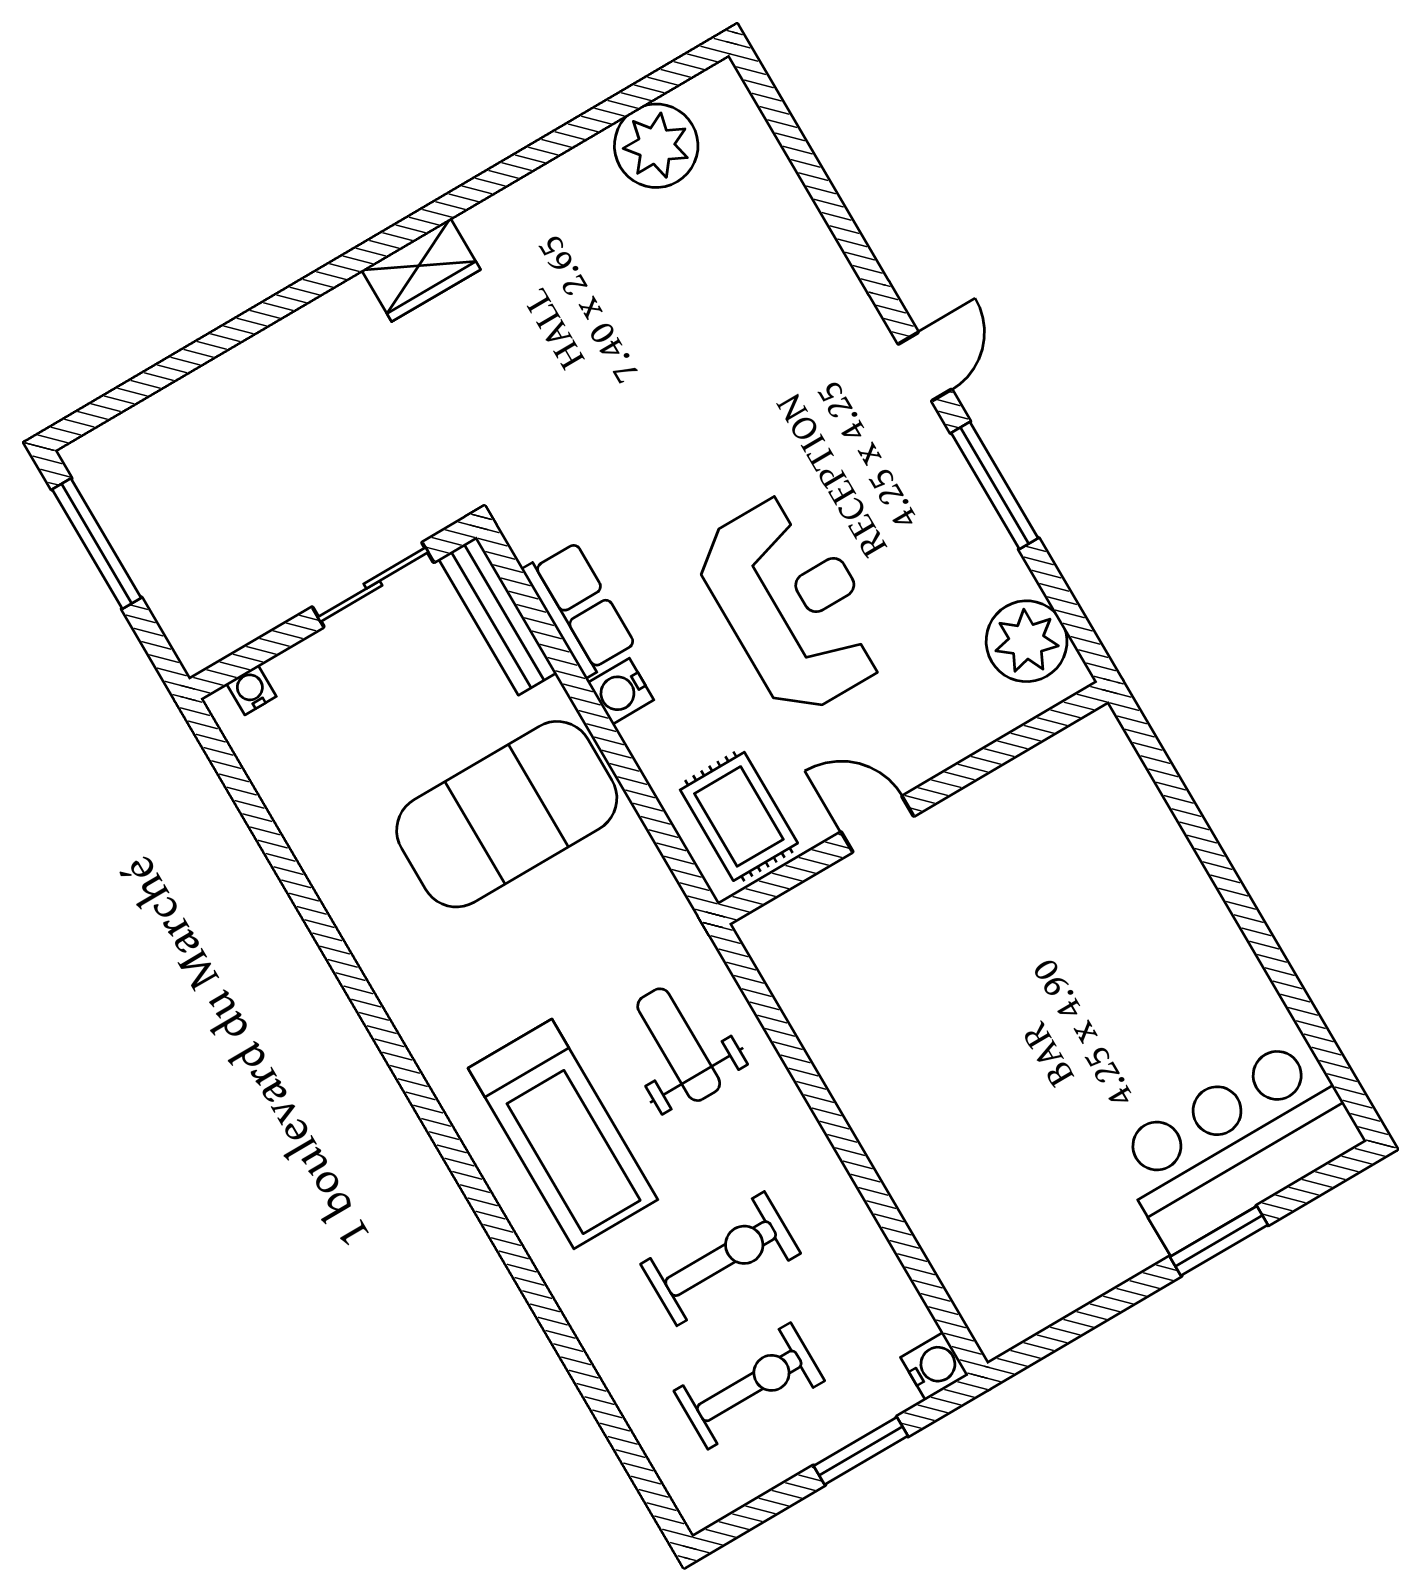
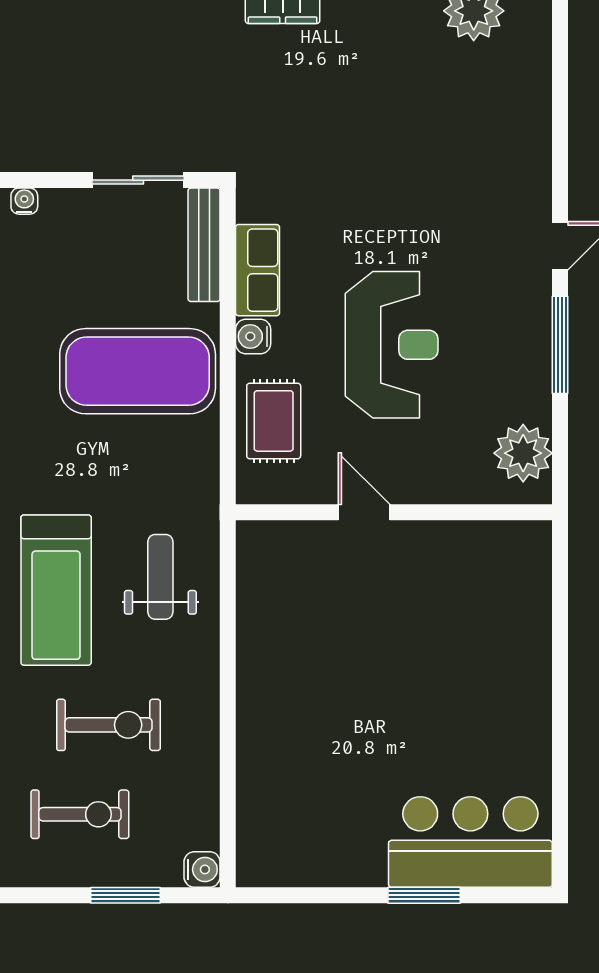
rug: (739, 816) -> (274, 421), moved

